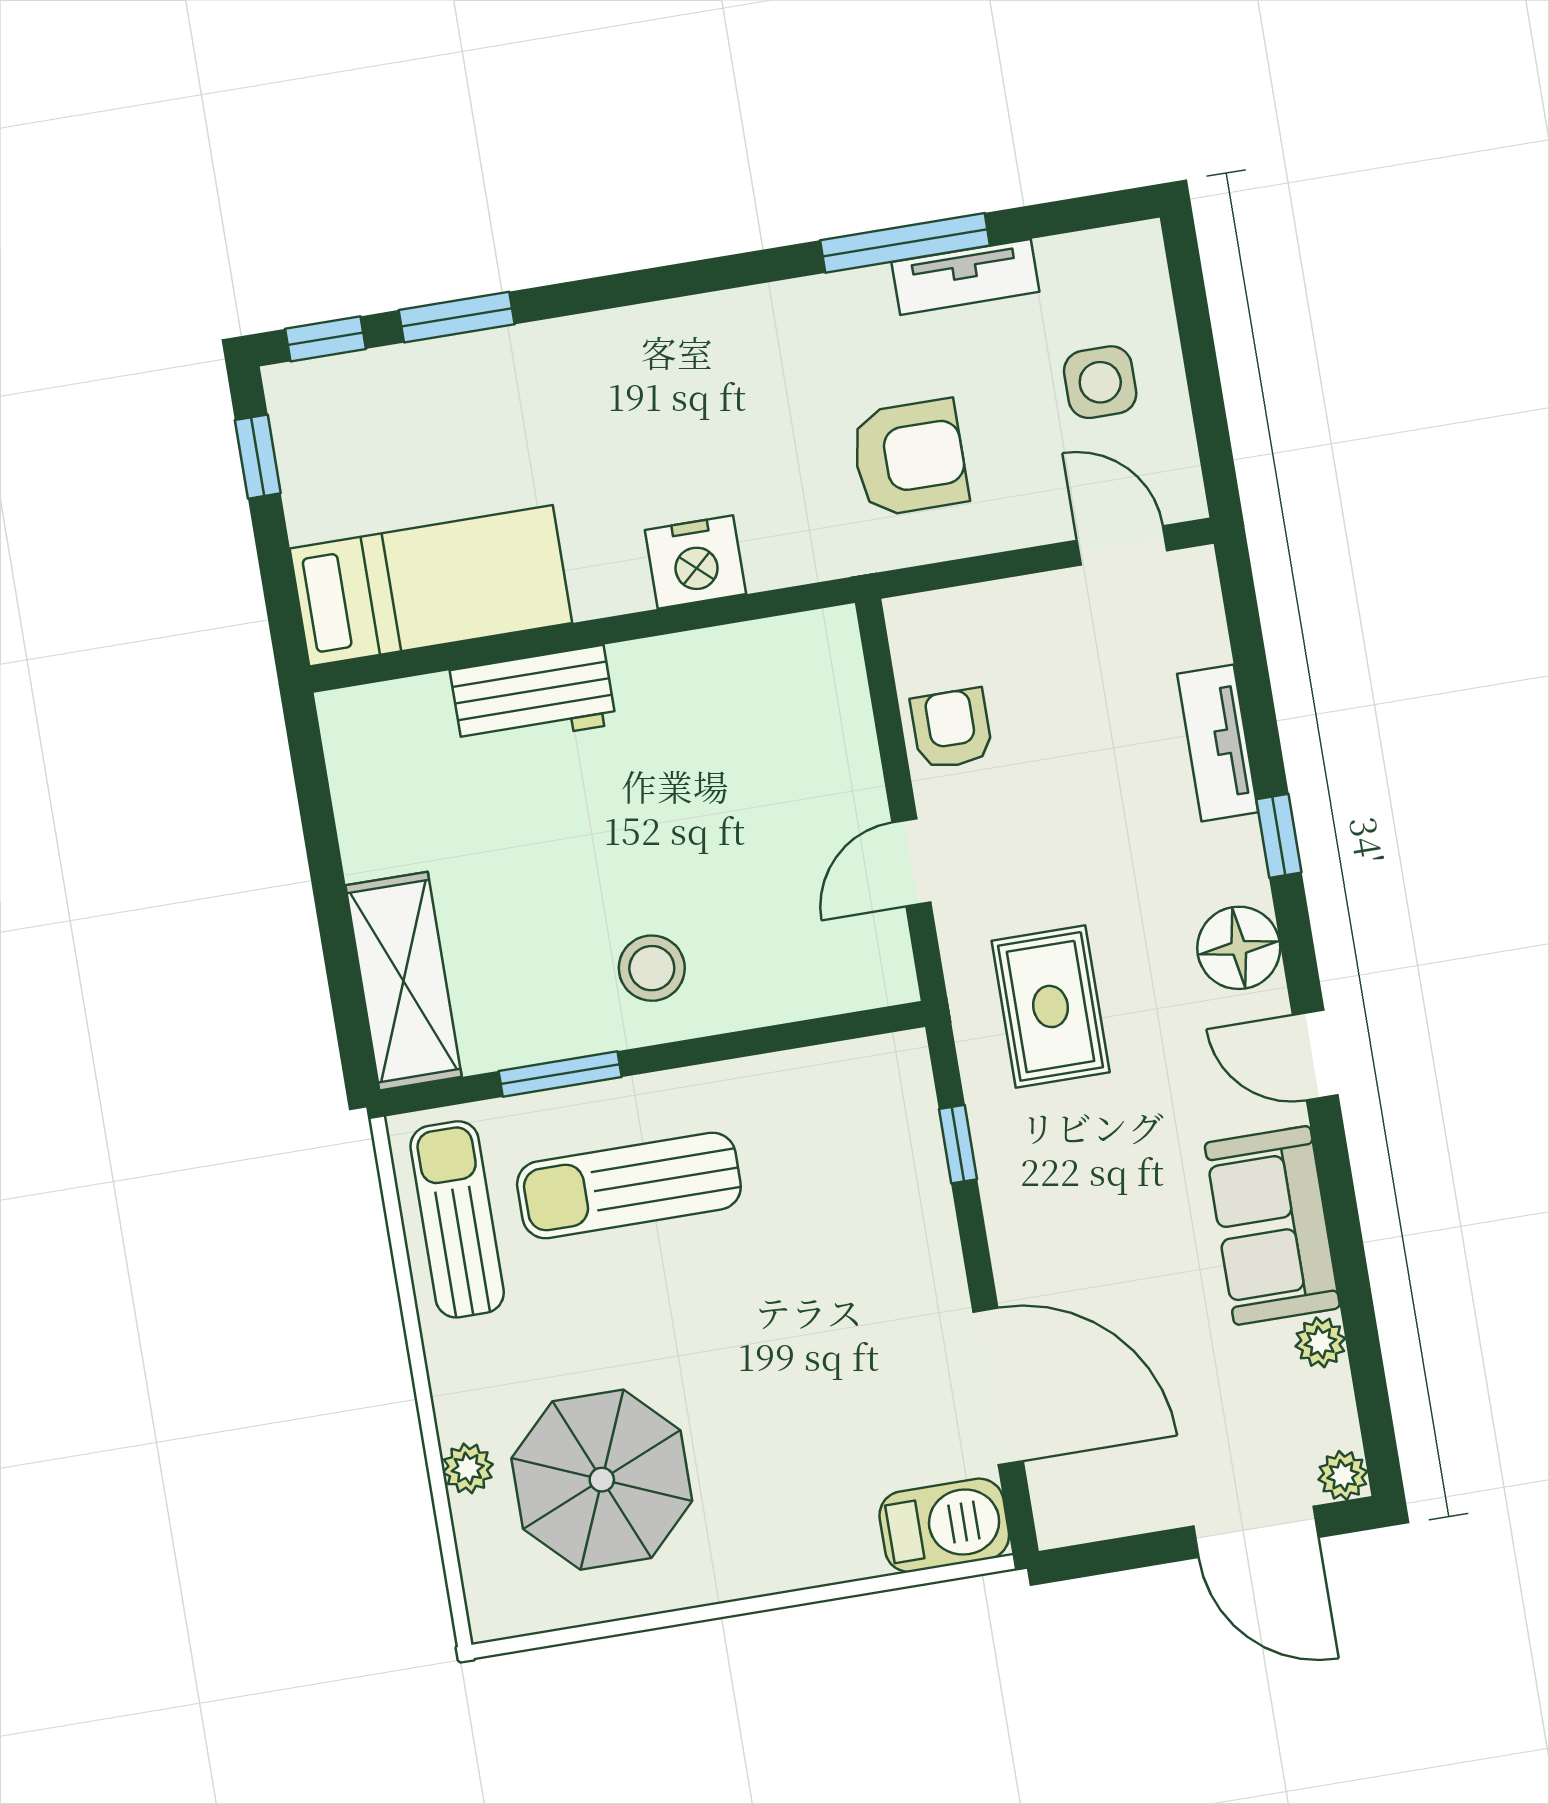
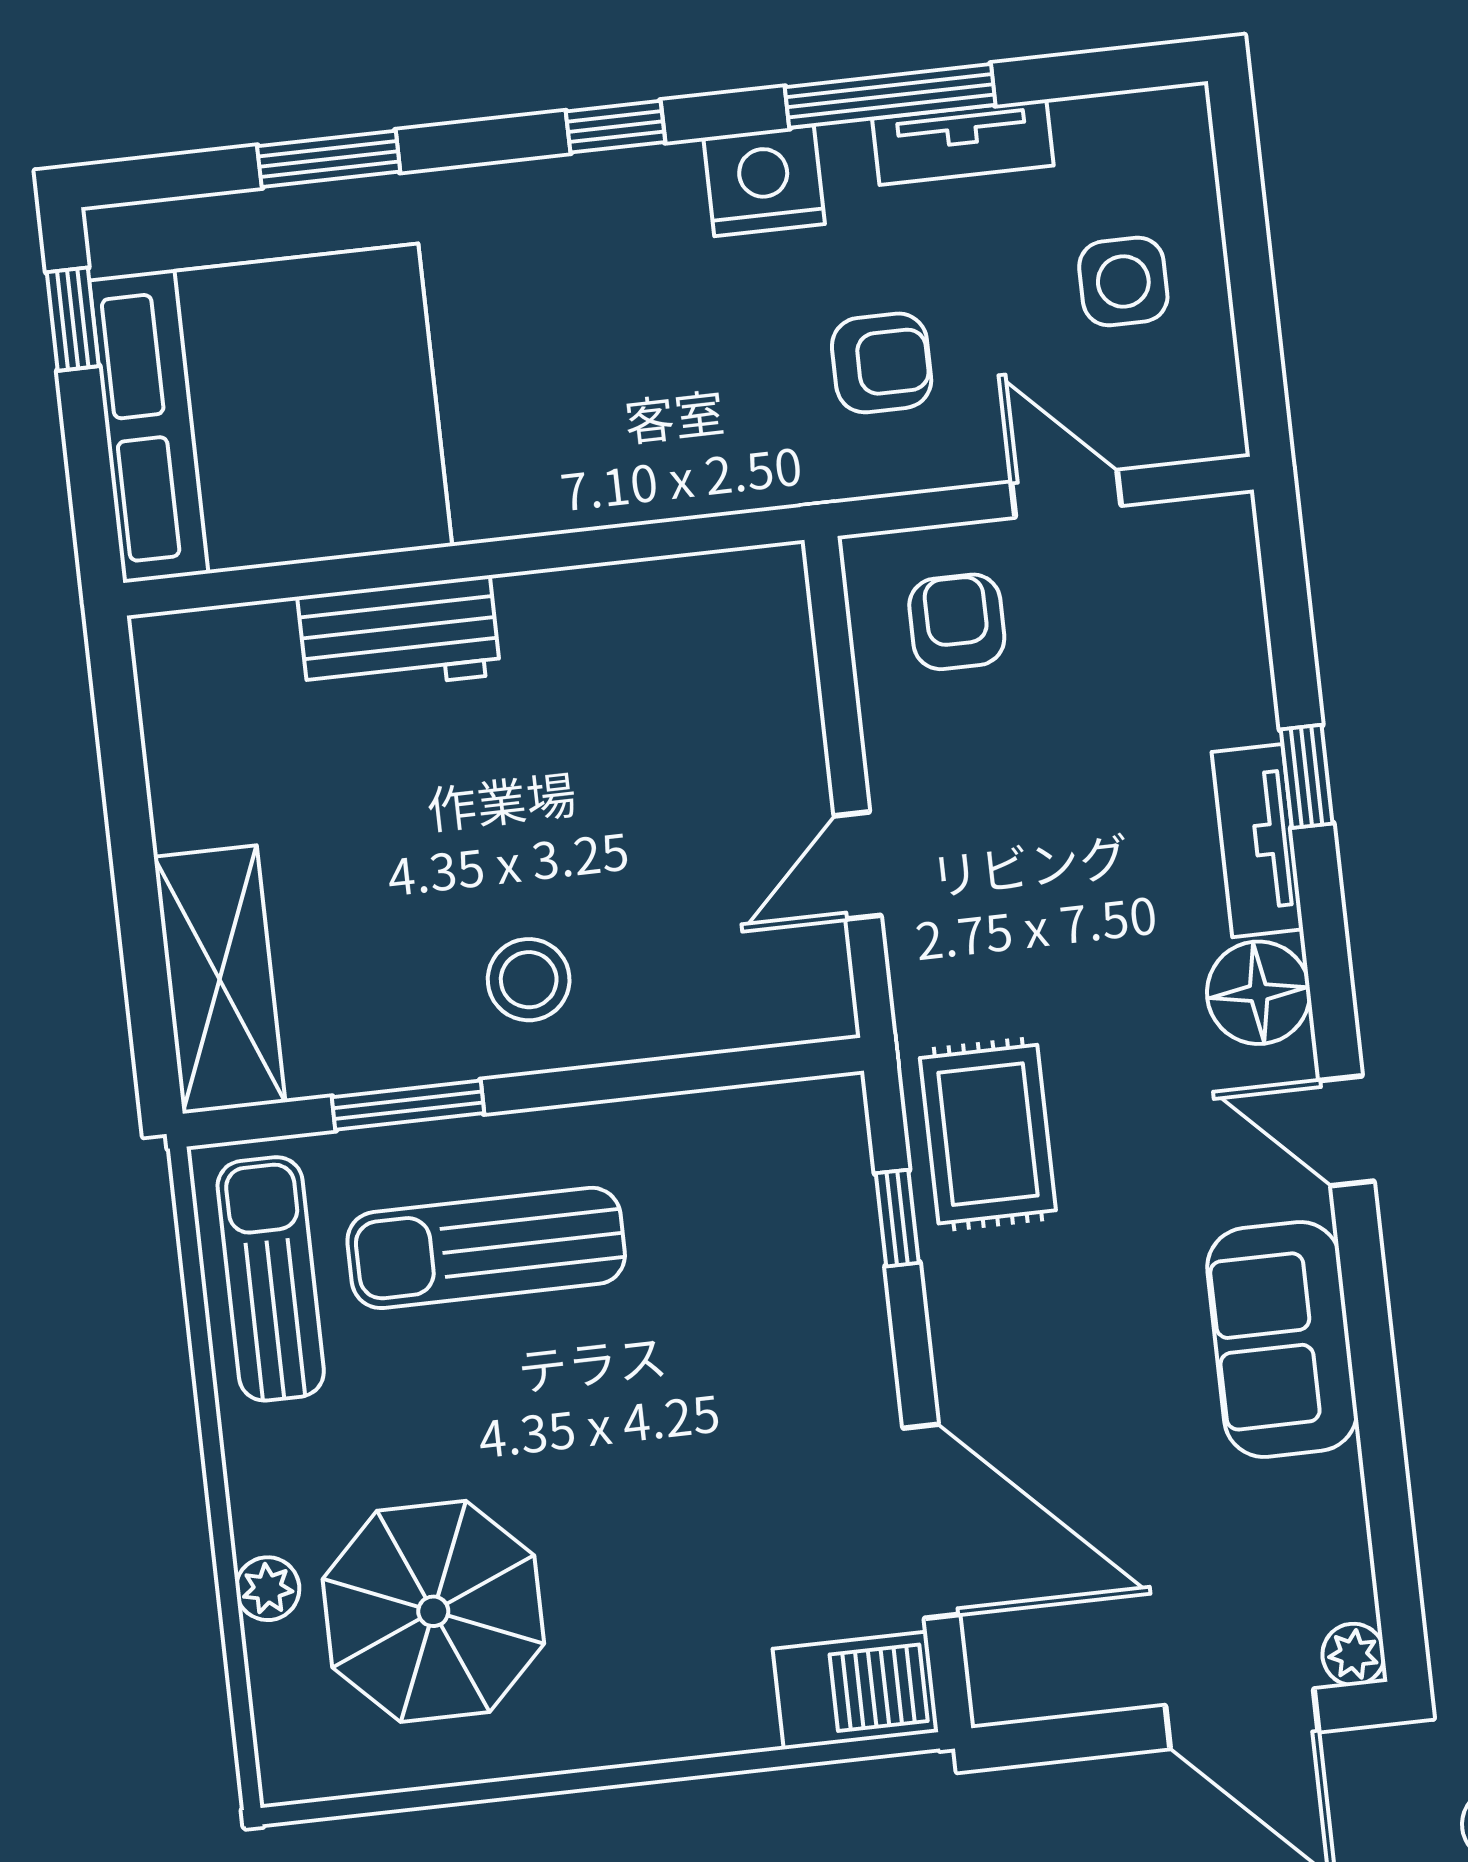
window: (326, 339) -> (615, 127), moved
armchair: (909, 458) -> (882, 363), width x0.72, depth x0.72
door: (1122, 545) -> (1066, 494), moved
nightstand: (695, 562) -> (764, 181), moved, turned 180
bed: (431, 586) -> (271, 413), width x2.04
armchair: (952, 729) -> (957, 622), moved
tv unit: (1218, 743) -> (1257, 841), moved
window: (1279, 836) -> (1307, 776), moved
rug: (1051, 1006) -> (988, 1134), moved
plant: (1320, 1342) -> (1334, 1488), removed

